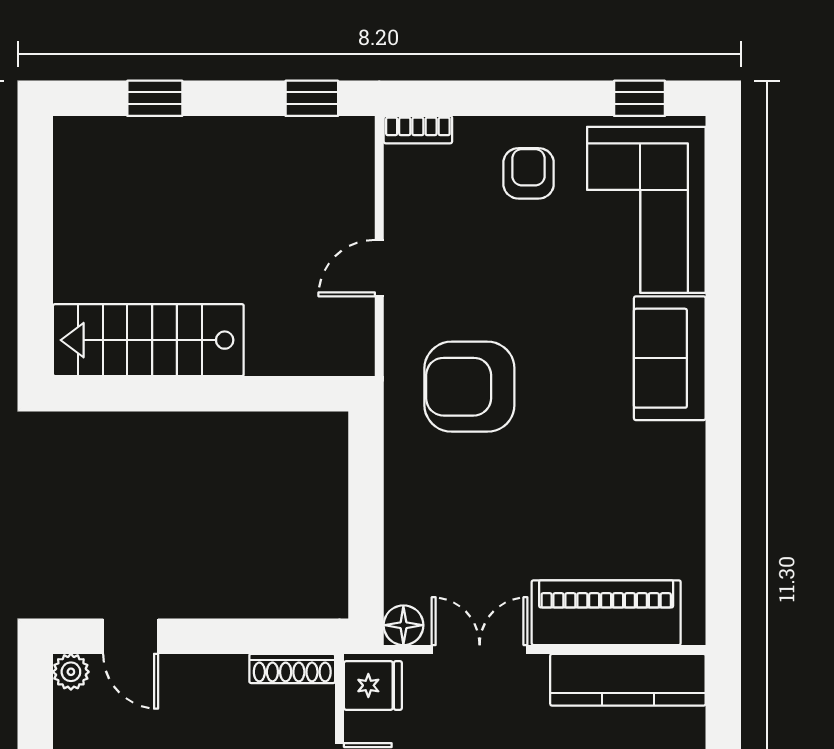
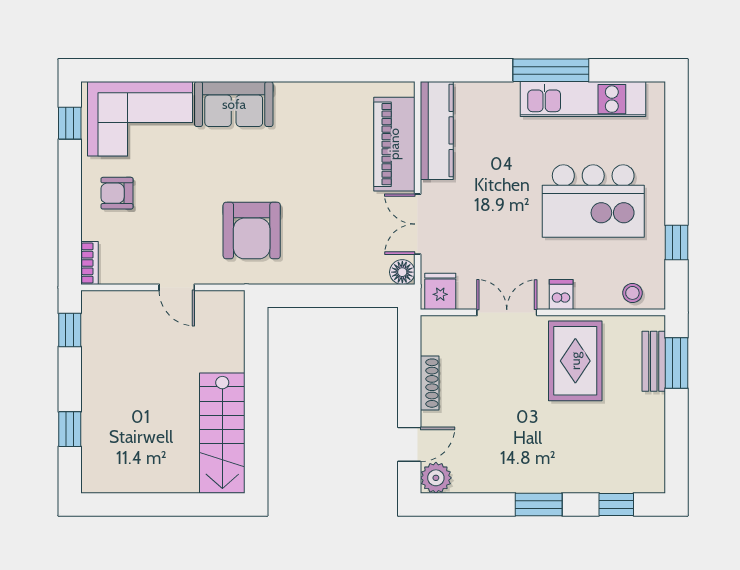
shoe rack: (292, 668) -> (430, 383), moved
plant: (71, 672) -> (436, 478), width x1.38, depth x1.38

